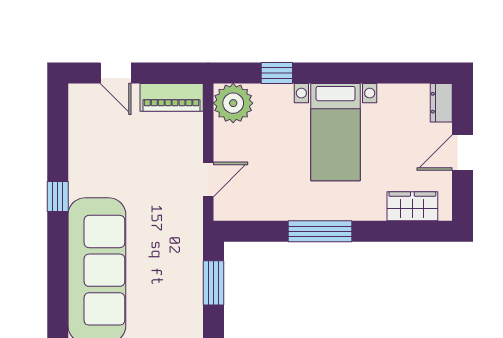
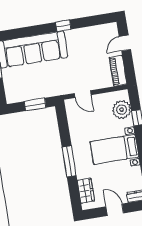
plant: (233, 103) -> (122, 110), moved
window: (320, 231) -> (69, 161), moved

